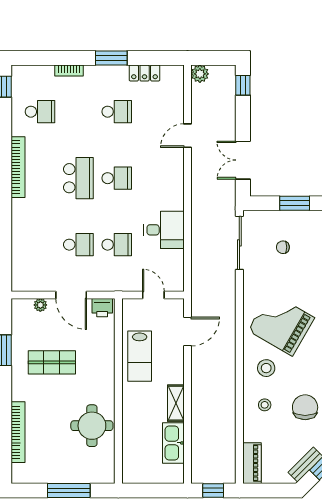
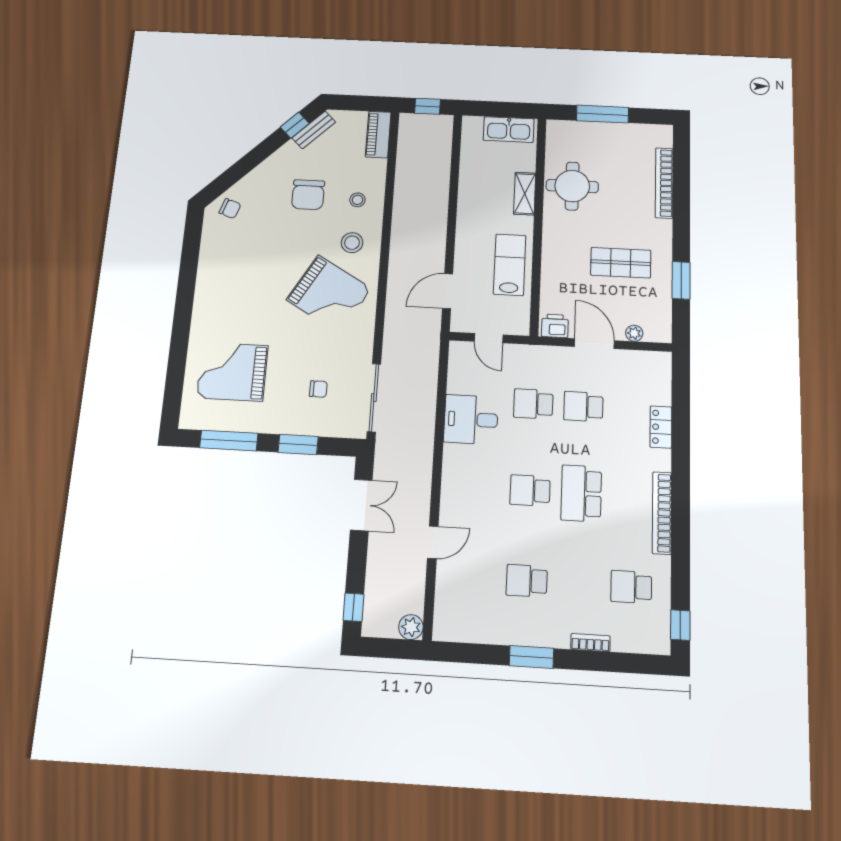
locker: (145, 73) -> (661, 427), moved, turned -90
shelving: (176, 403) -> (525, 194), moved
kitchen sink: (173, 443) -> (509, 130), moved, turned 90

